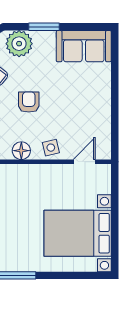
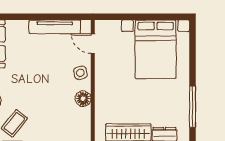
armchair: (29, 102) -> (40, 92), removed
tv unit: (103, 119) -> (55, 27), added

